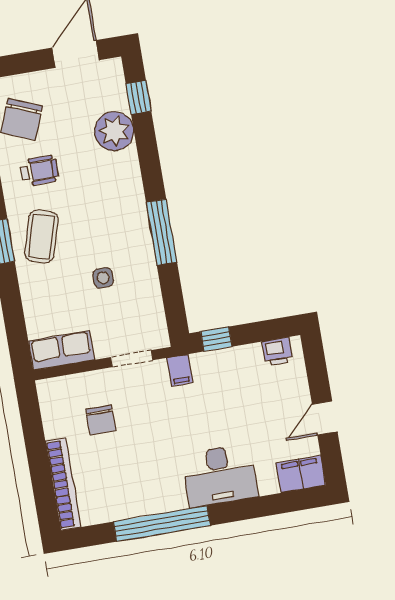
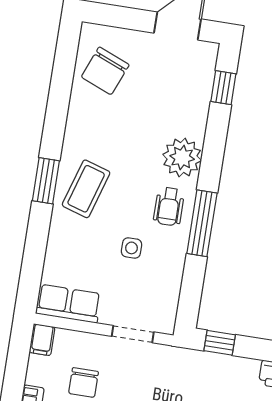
plant: (114, 131) -> (182, 158), moved
wheelchair: (39, 171) -> (169, 206), moved, turned 90
filing cabinet: (180, 370) -> (42, 340), moved

